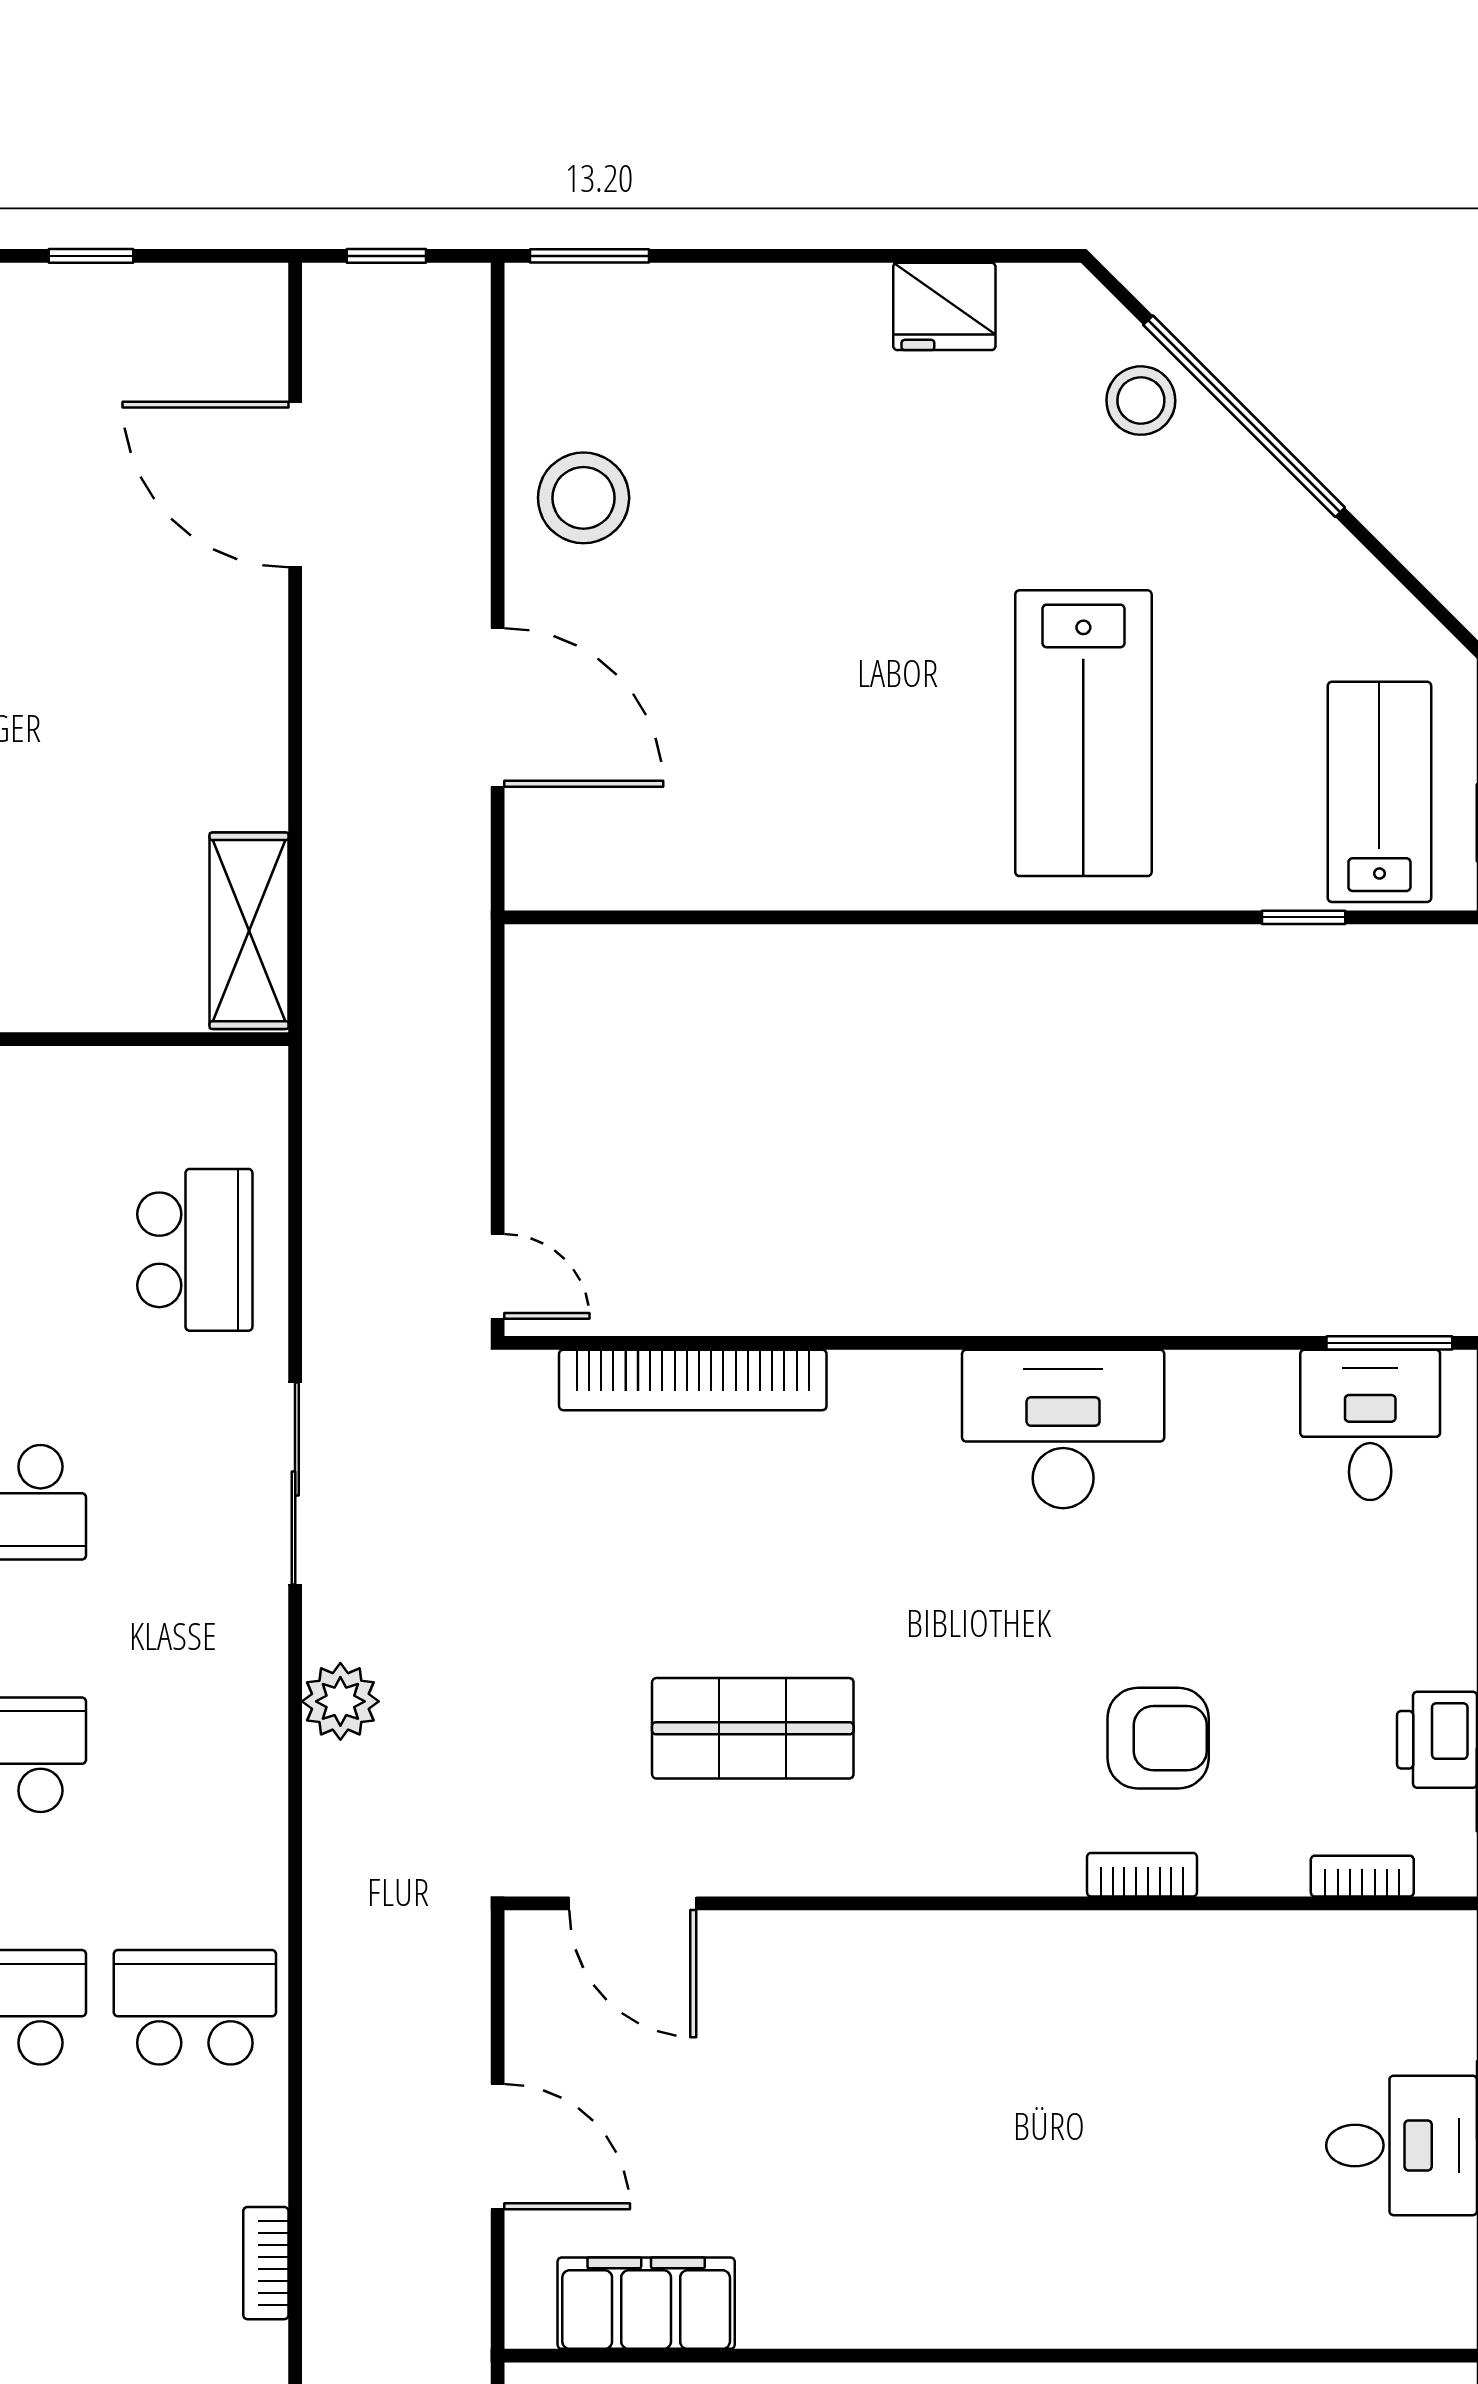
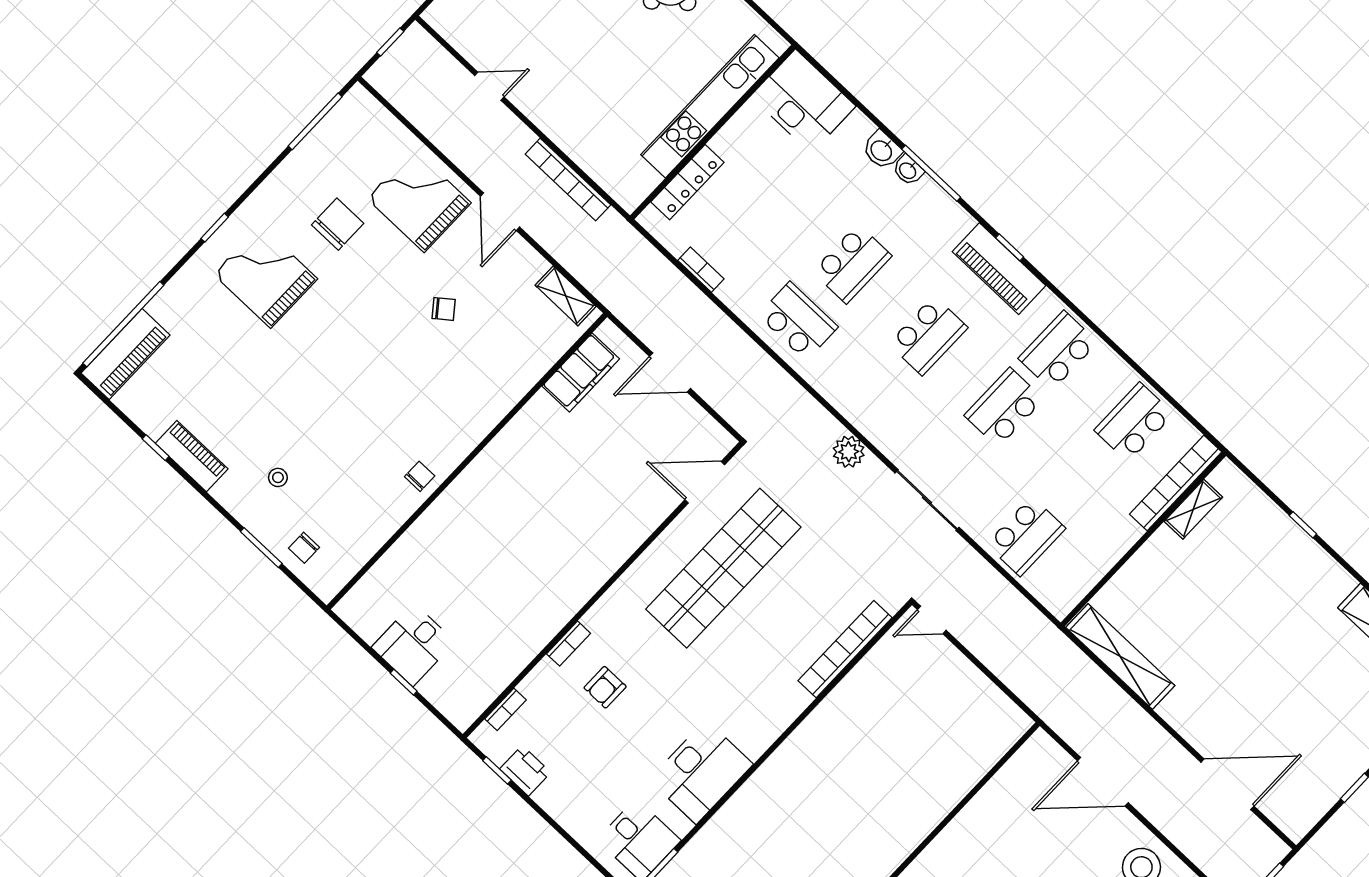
shelving: (249, 931) -> (1120, 657), width x1.47
school desk: (195, 1250) -> (1026, 536), turned -90
desk: (1063, 1429) -> (701, 772), moved
shop shelf: (753, 1728) -> (723, 568), width x2.00, depth x1.36
armchair: (1158, 1738) -> (605, 687), width x0.72, depth x0.72
school desk: (195, 2007) -> (798, 321), turned -90

